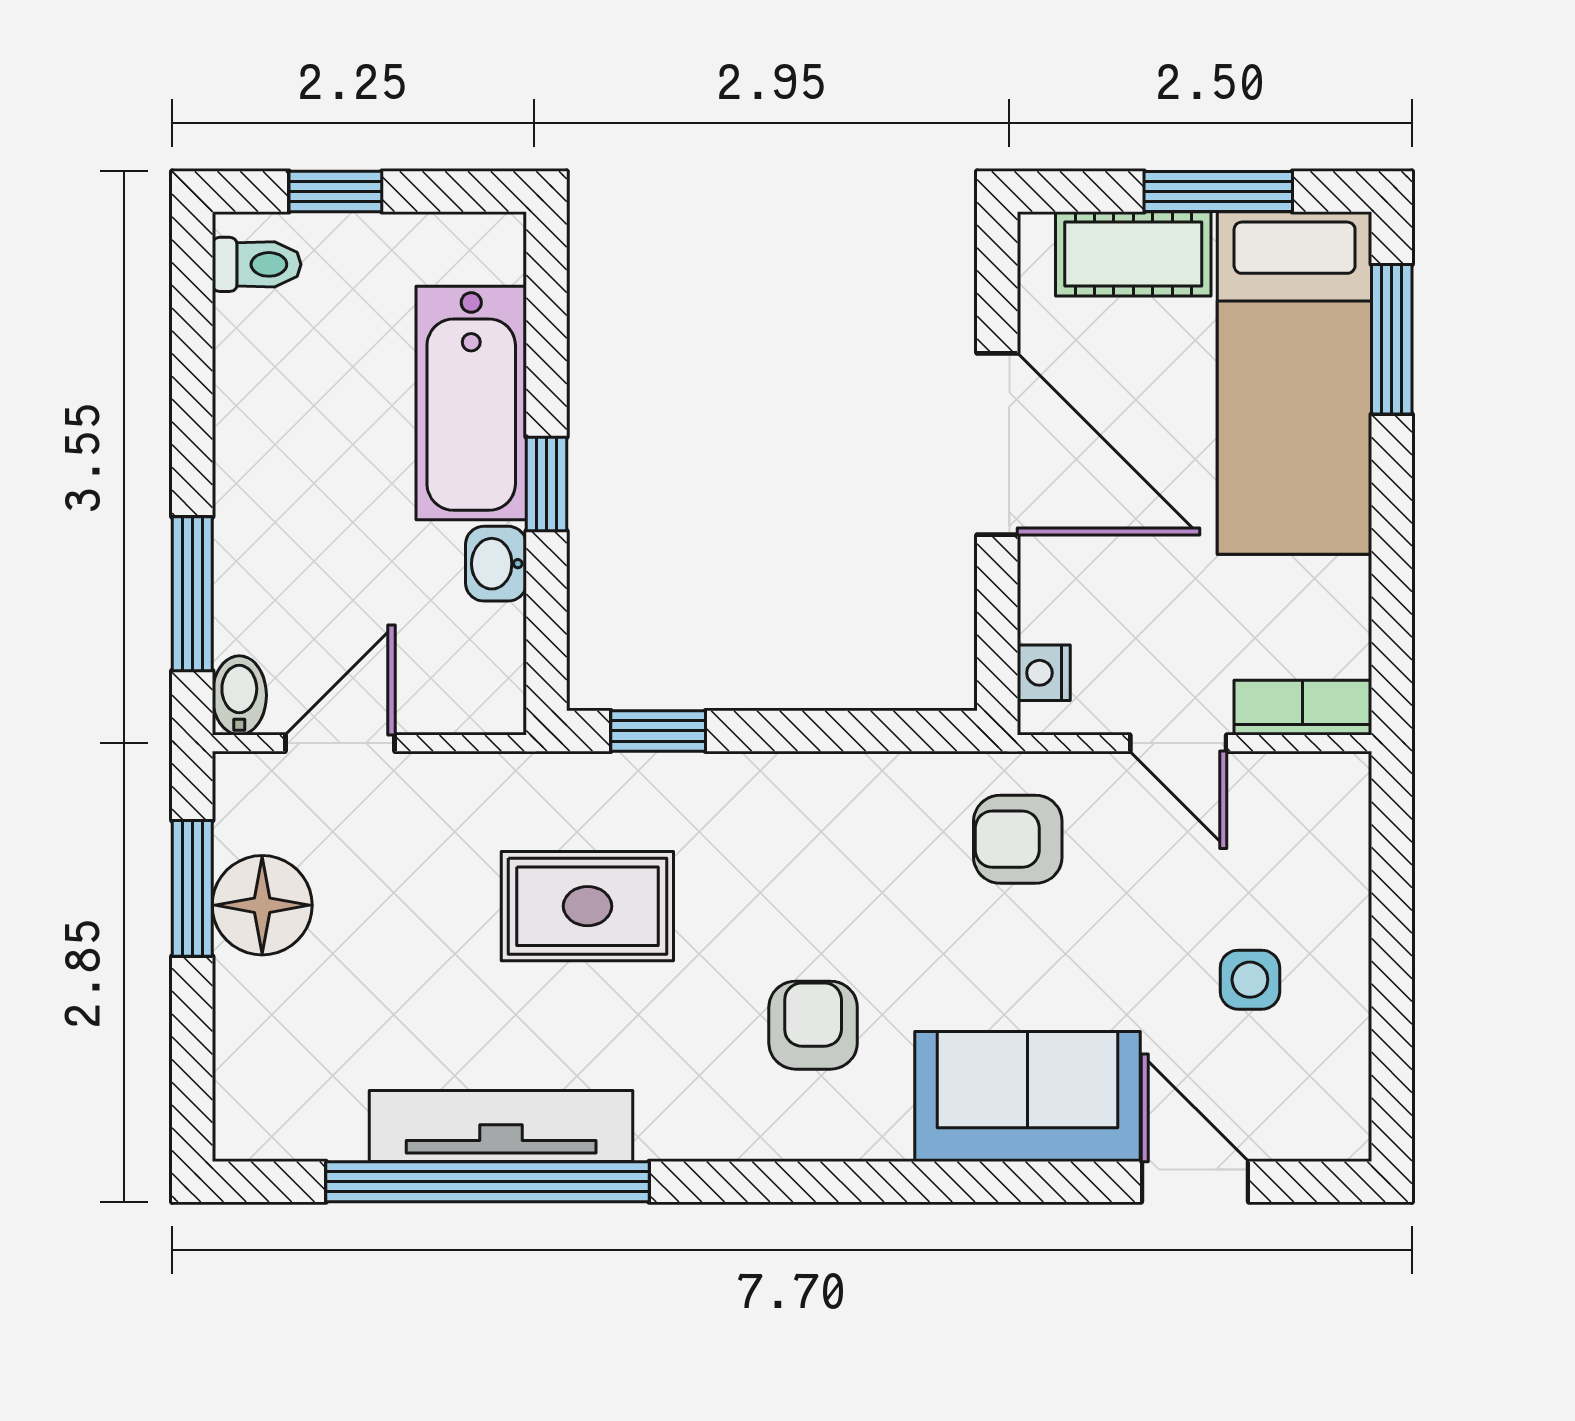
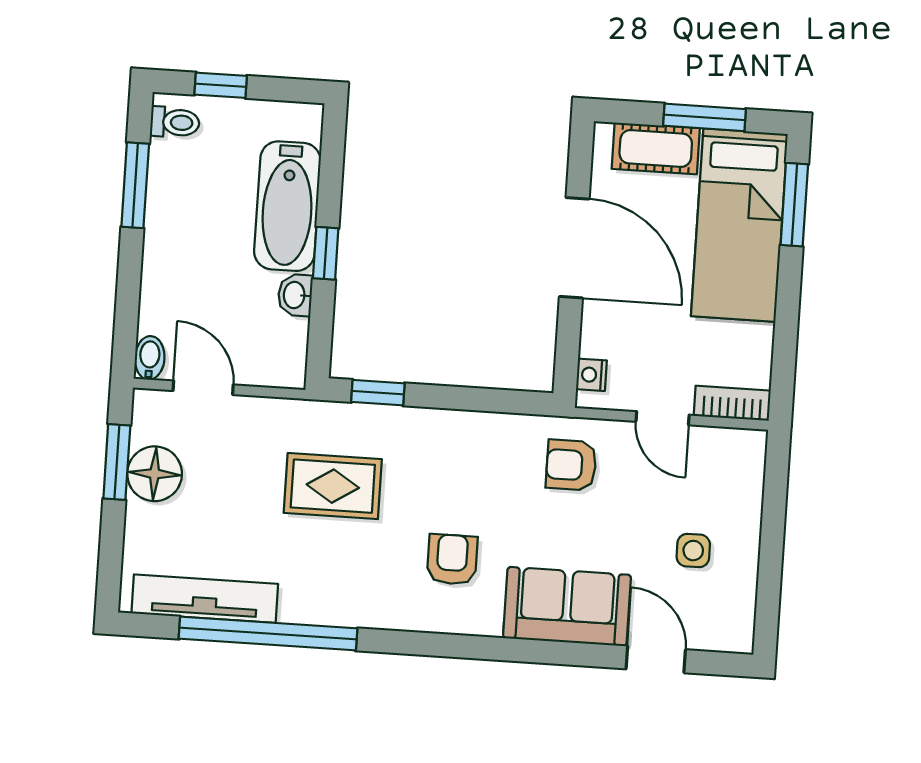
window: (192, 594) -> (135, 185), moved
door: (340, 743) -> (203, 388), hinge flipped
tv unit: (501, 1126) -> (205, 599), moved

